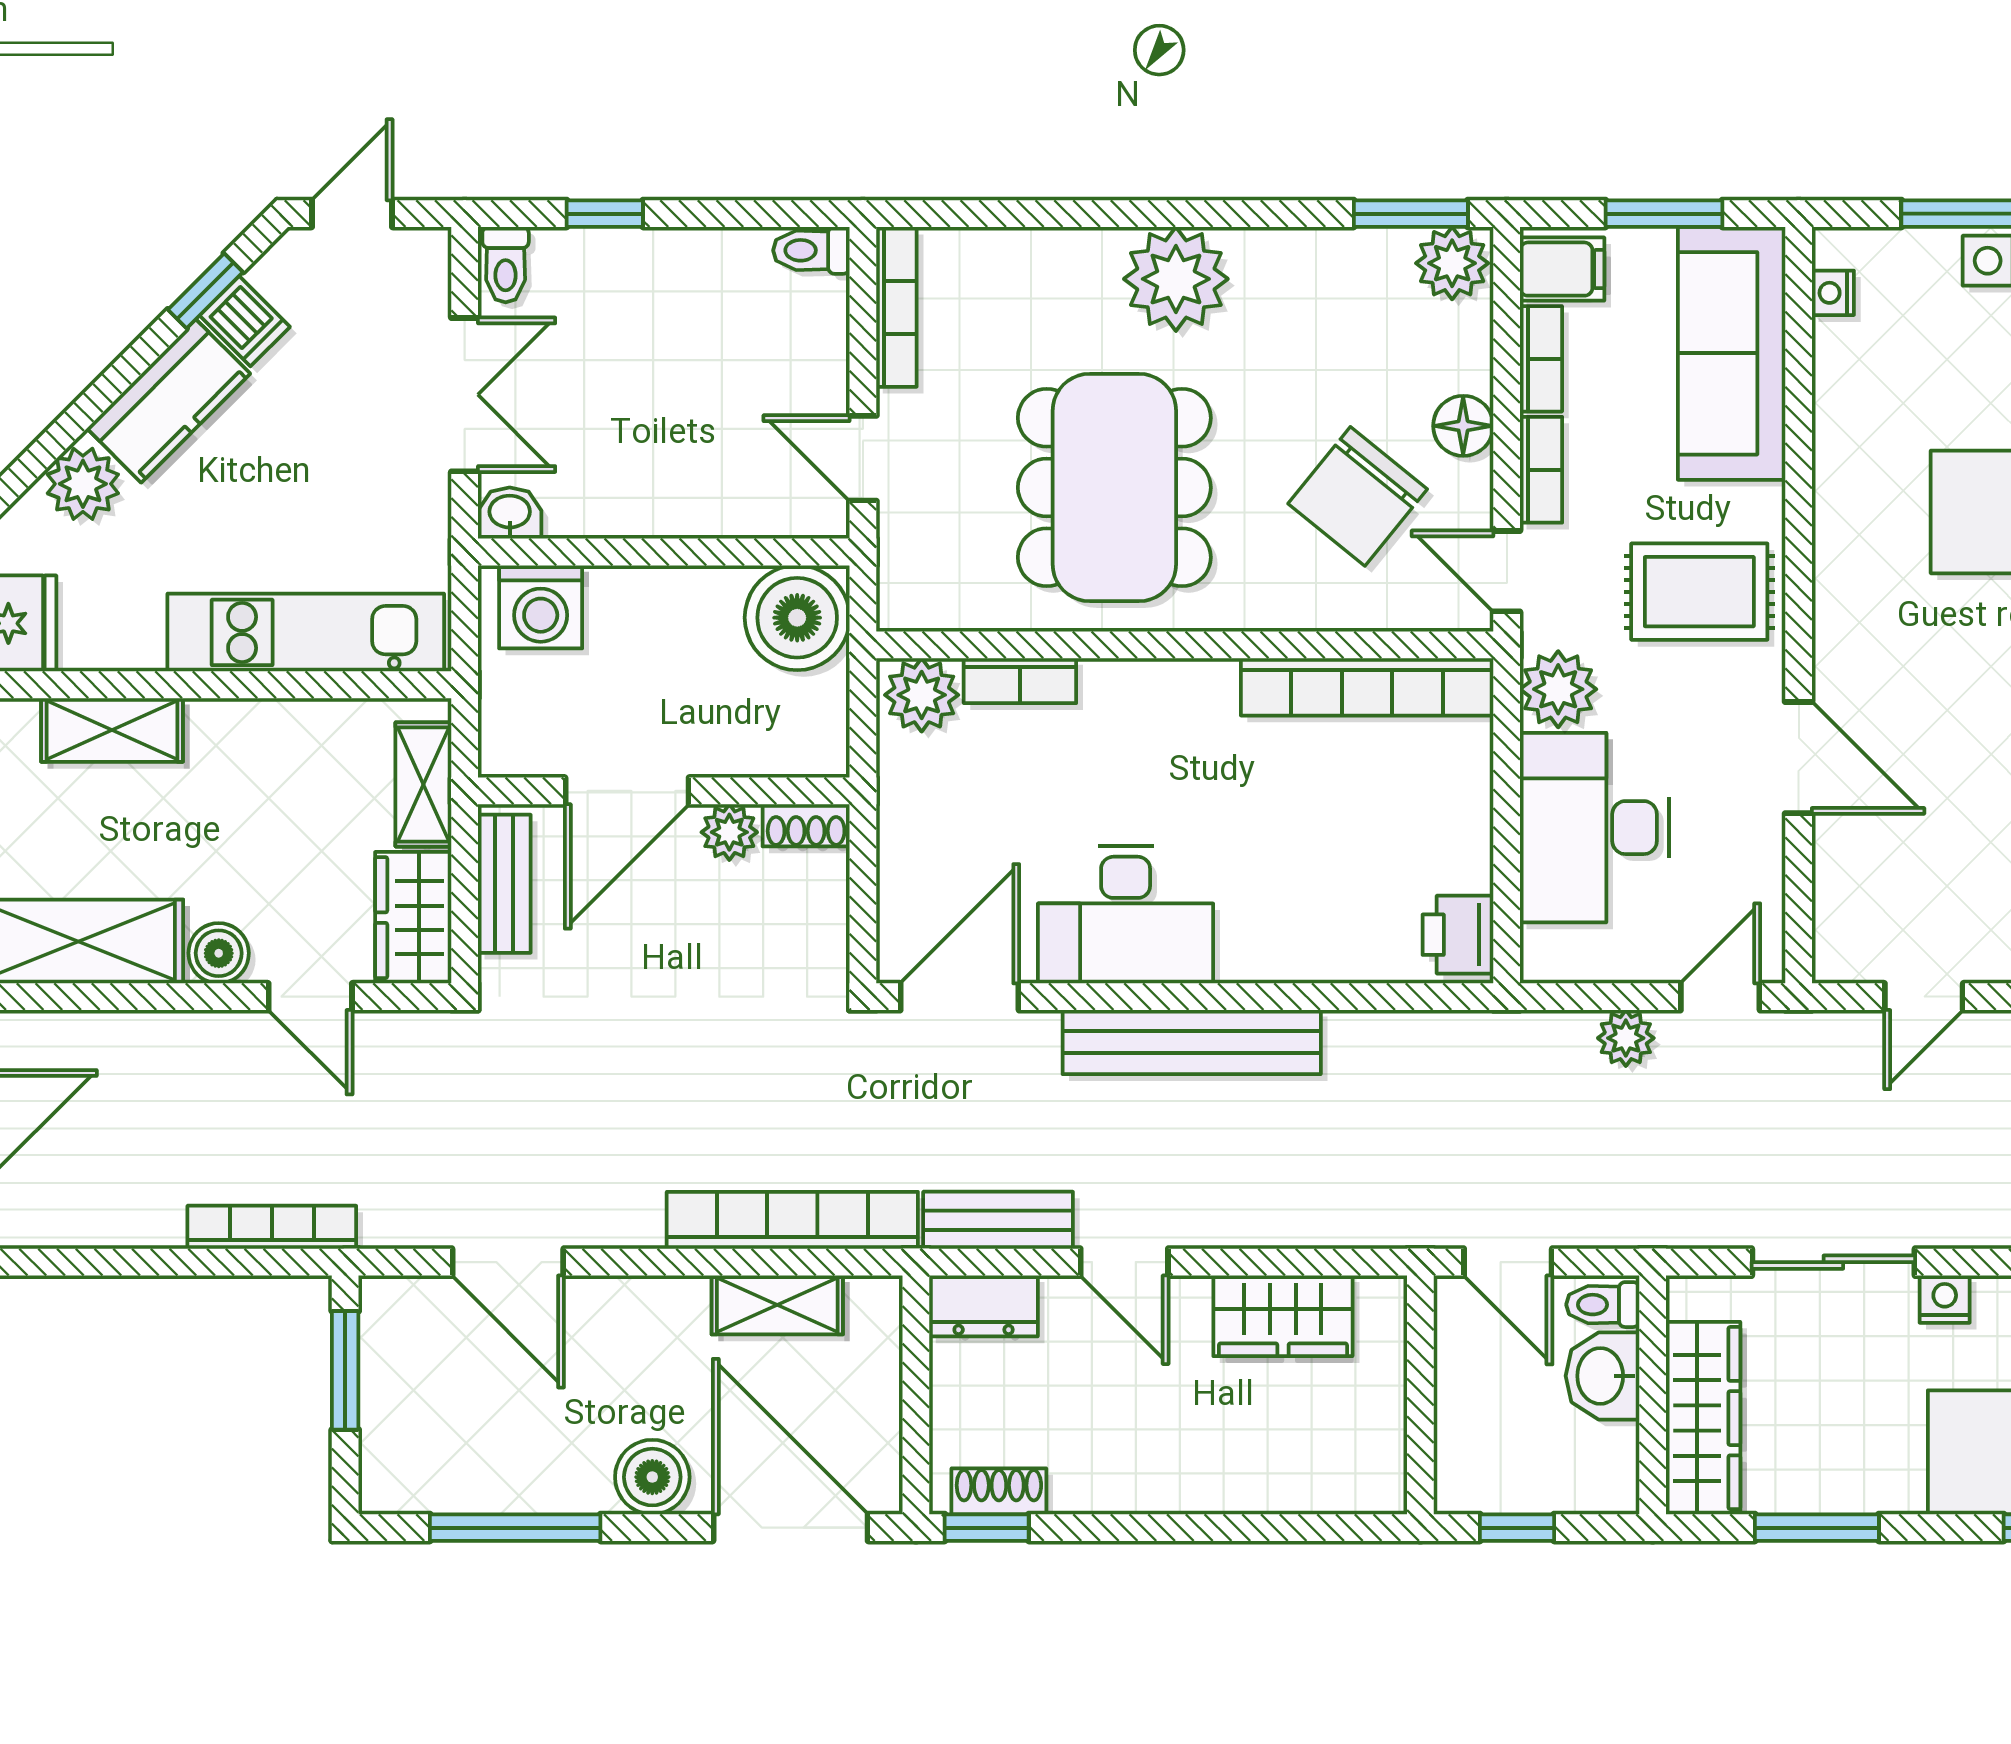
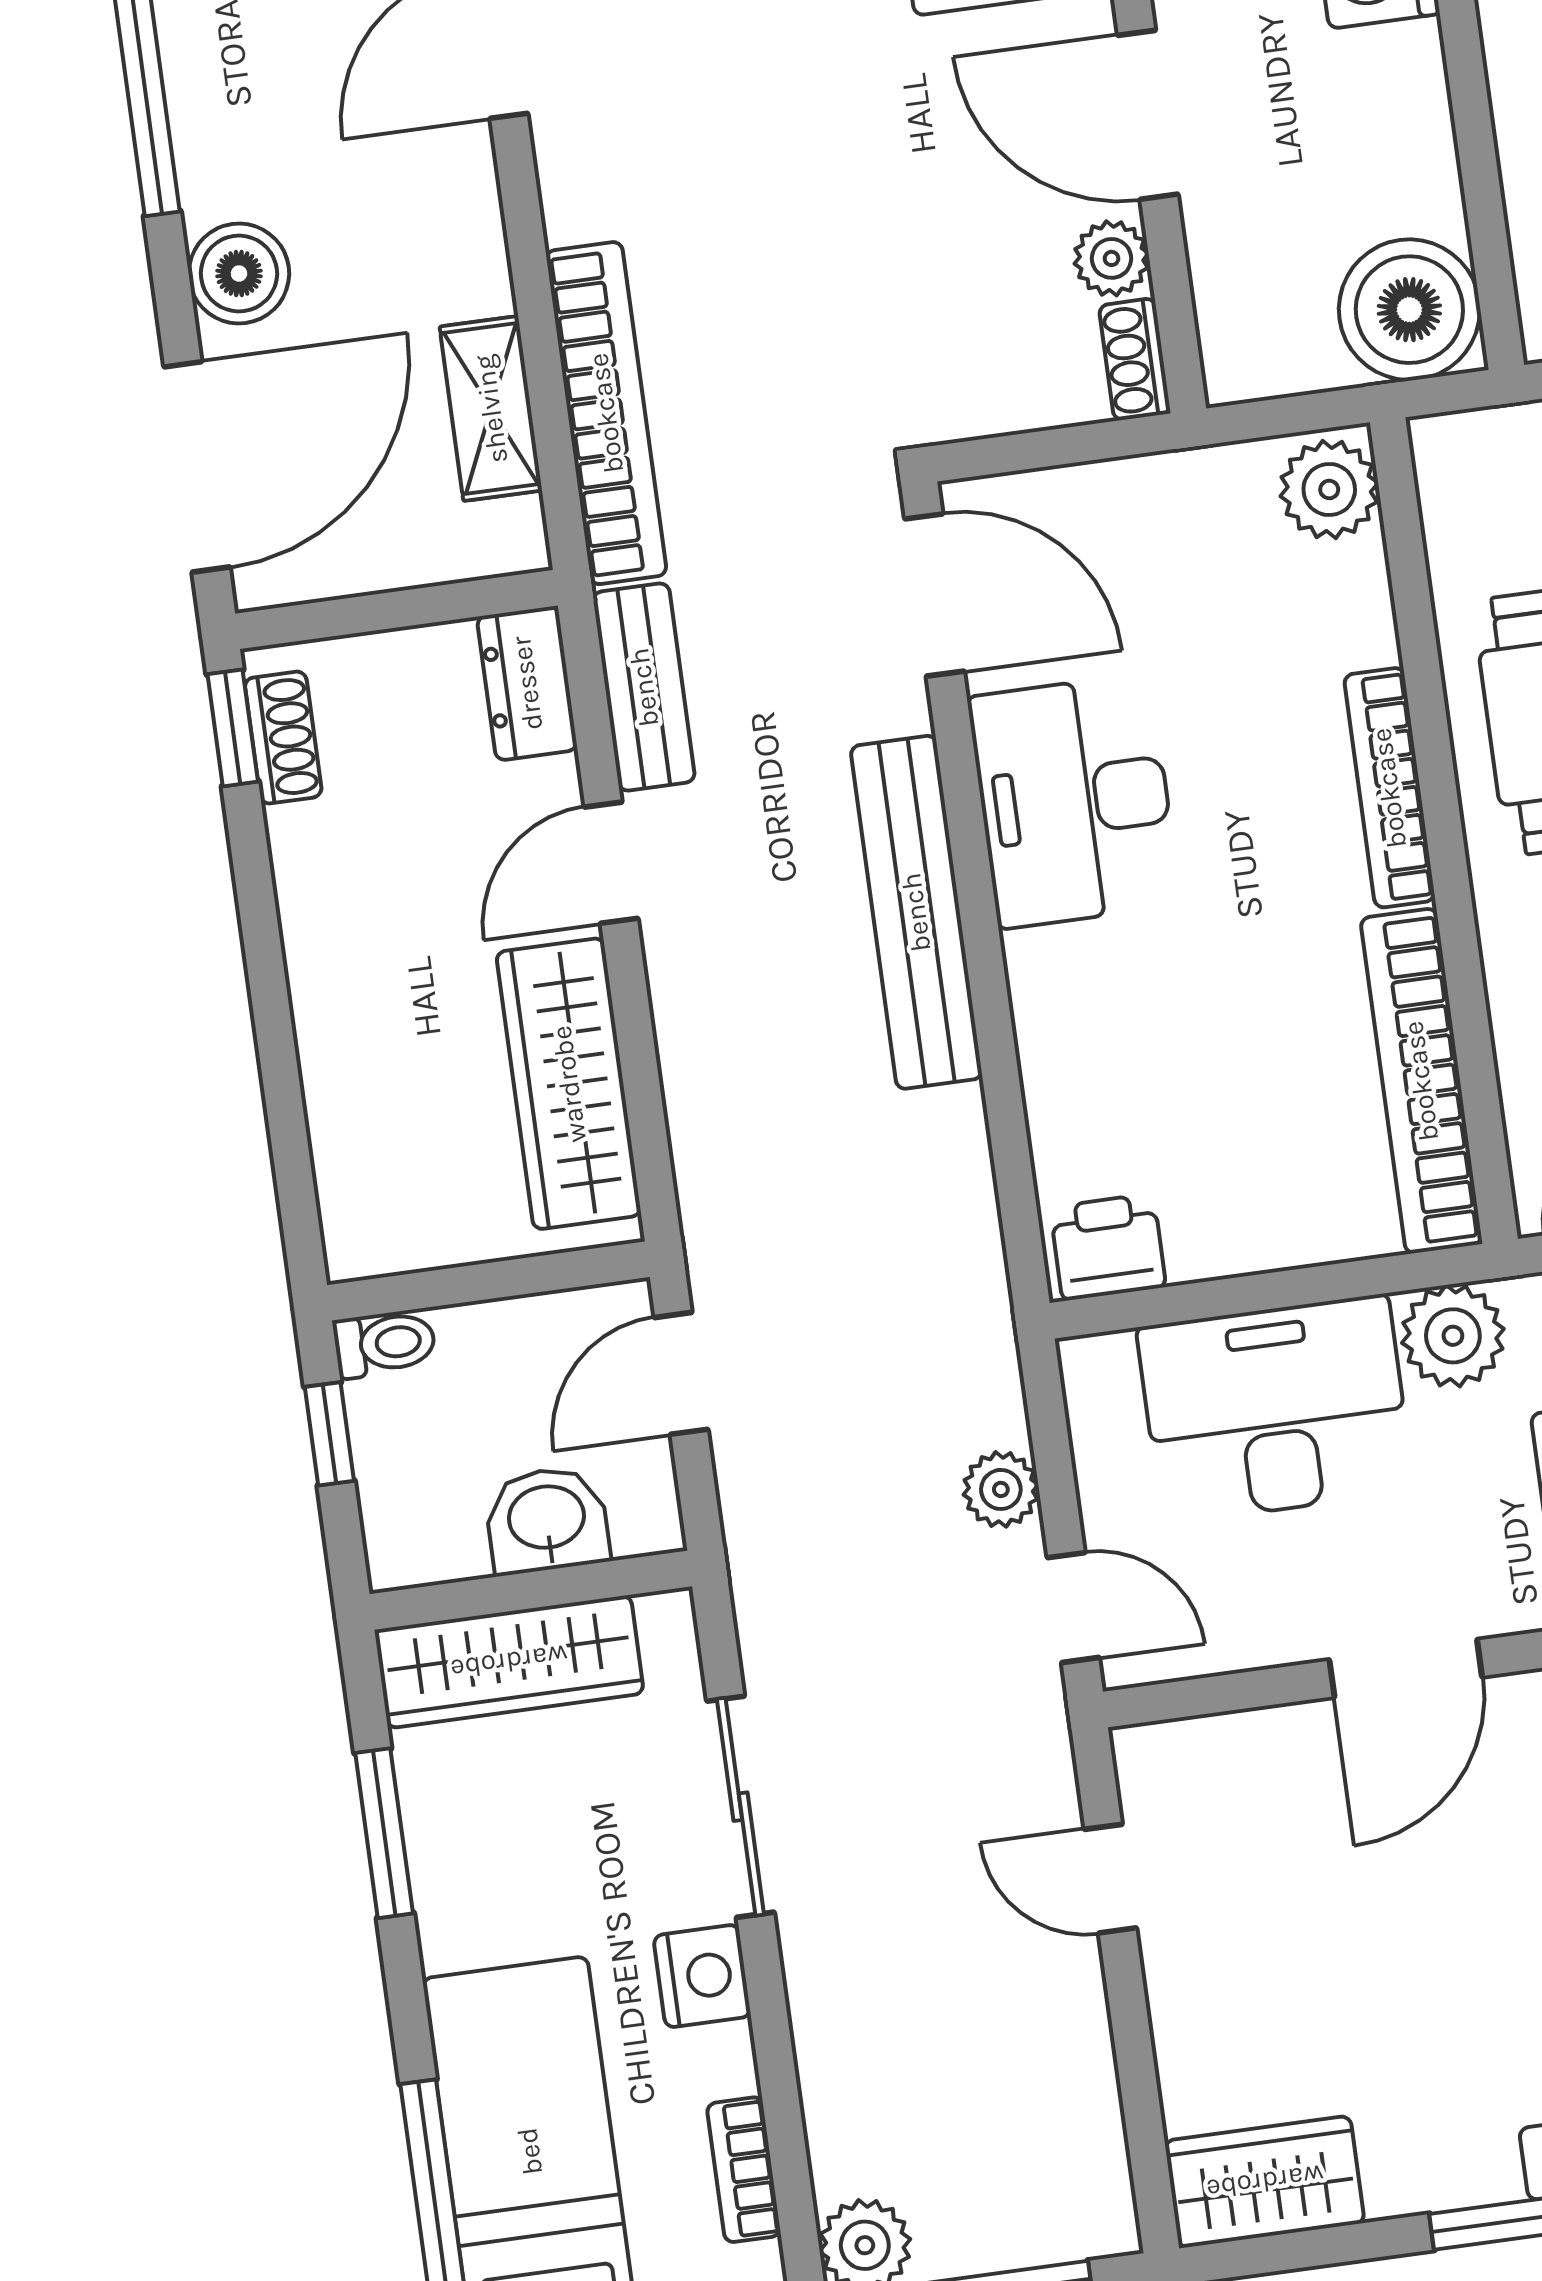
bookcase: (1020, 681) -> (1389, 788), moved, width x1.56
nightstand: (1945, 1299) -> (702, 1976), width x1.39, depth x1.35
toilet: (1603, 1305) -> (385, 1344), moved, turned 90
wardrobe: (1283, 1316) -> (569, 1084), width x1.50

